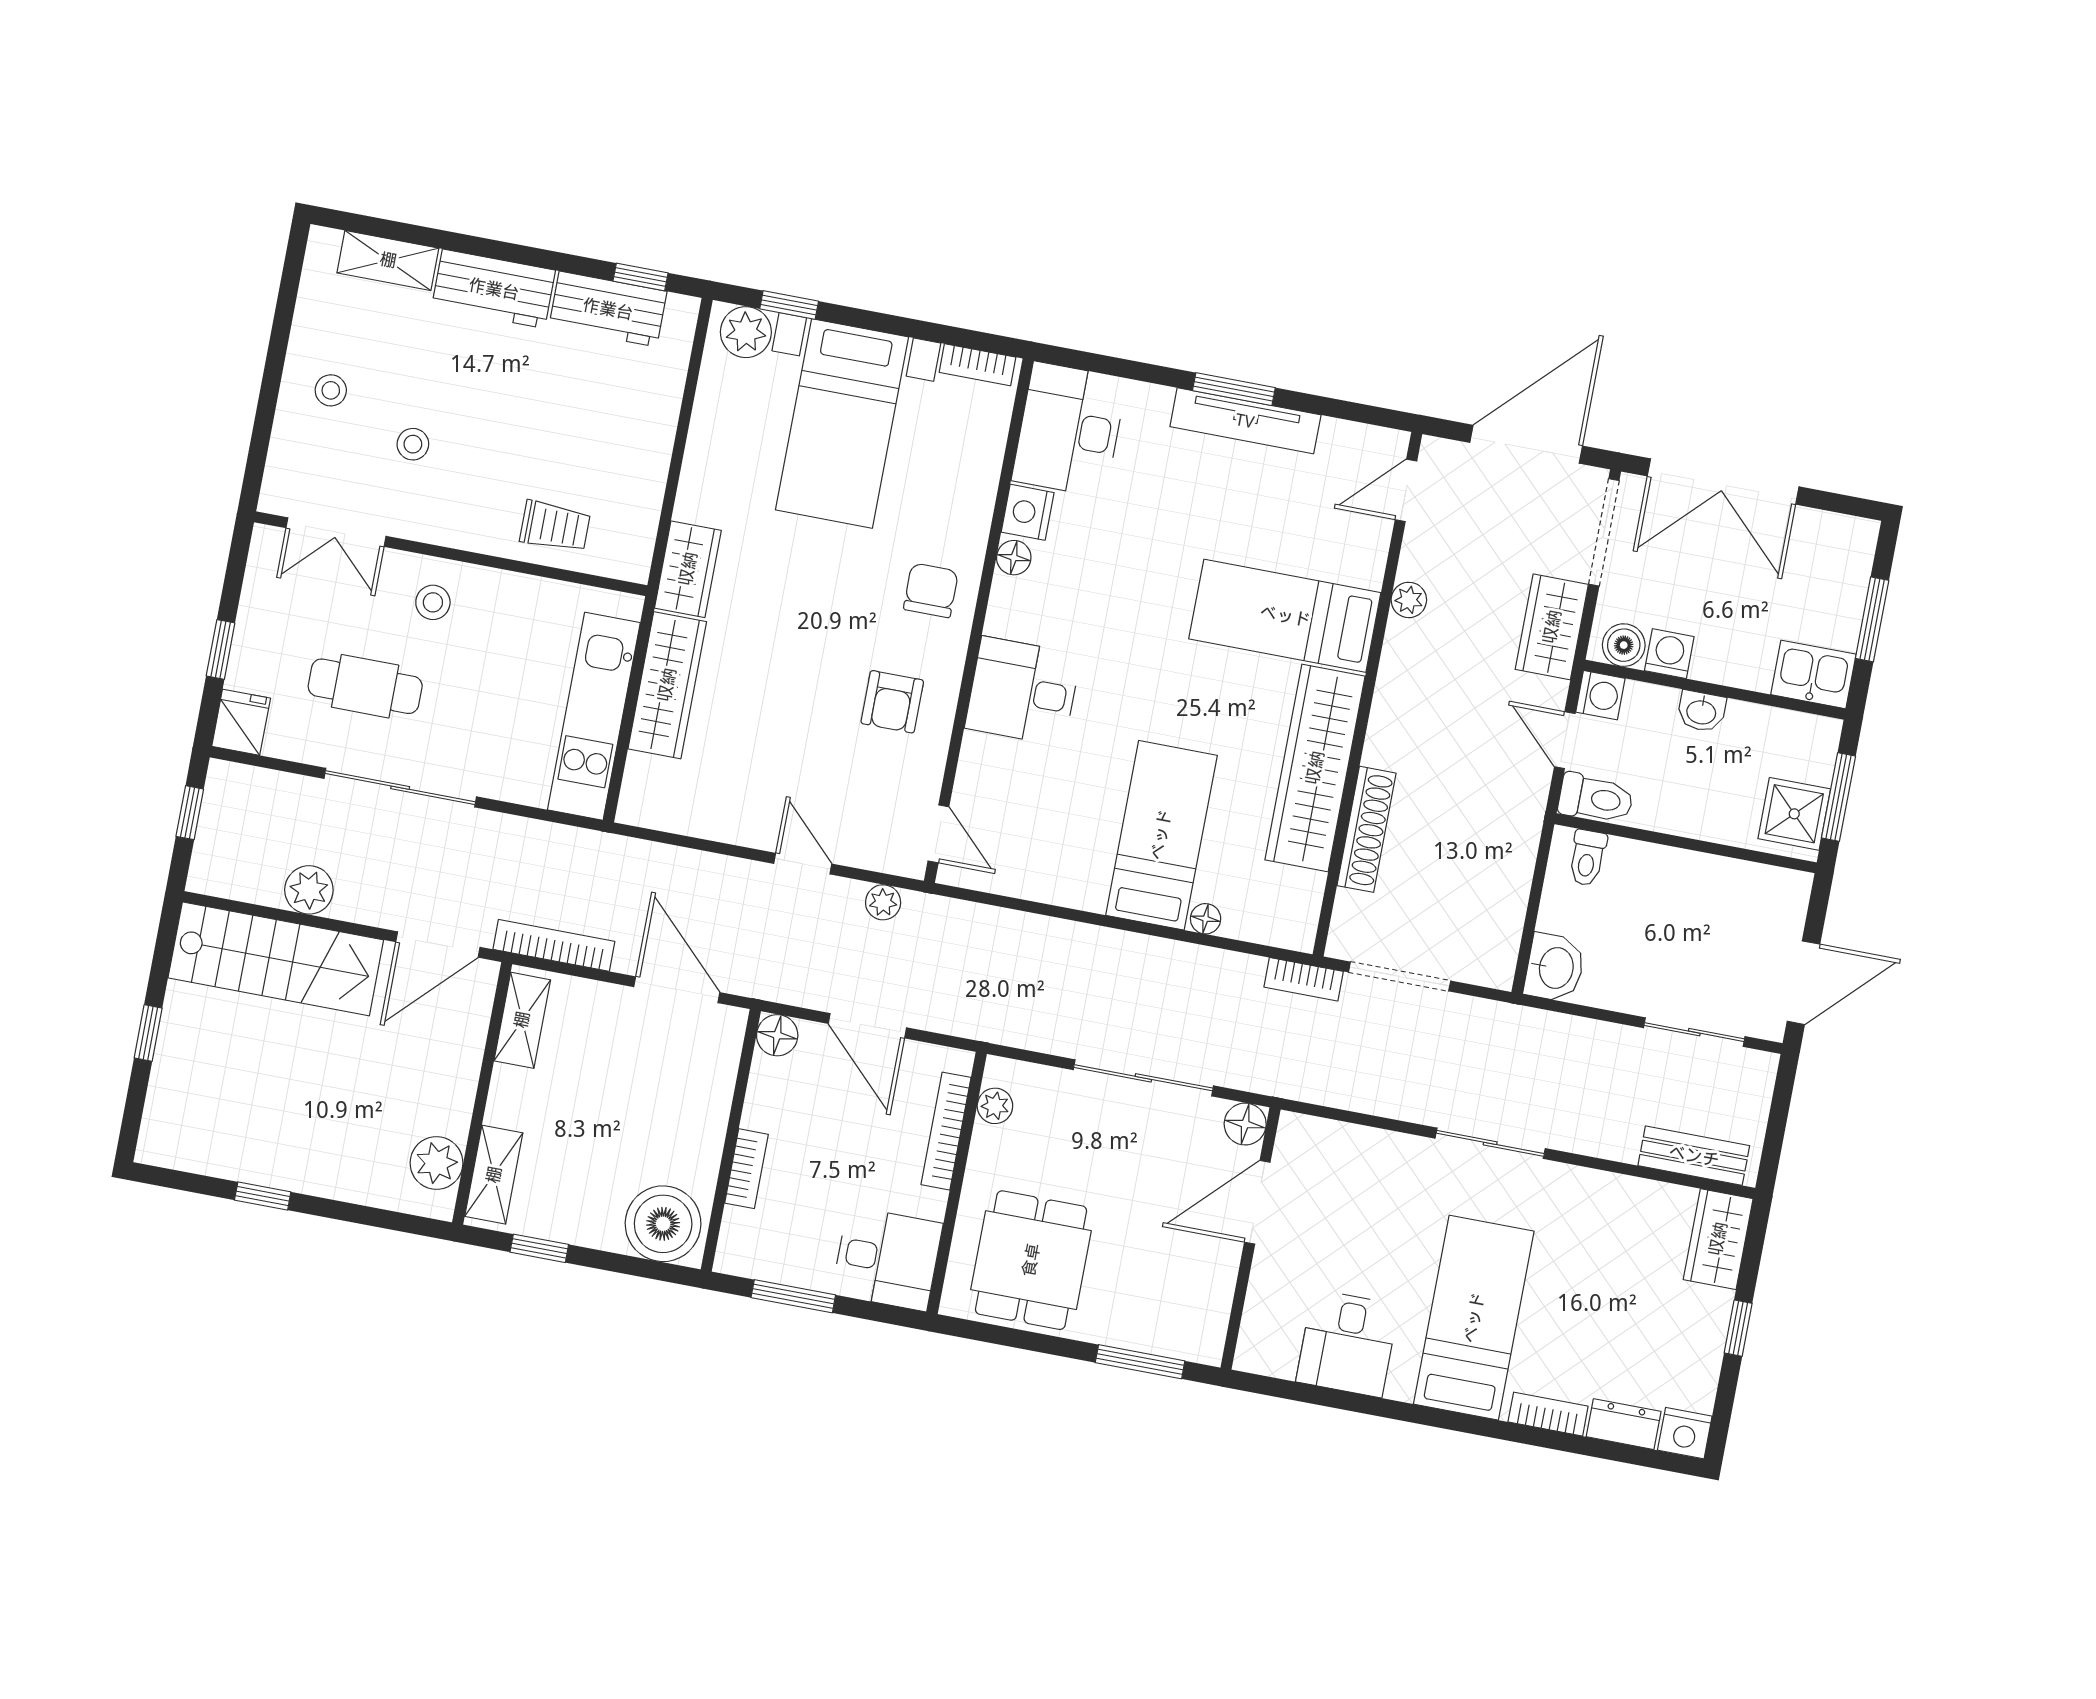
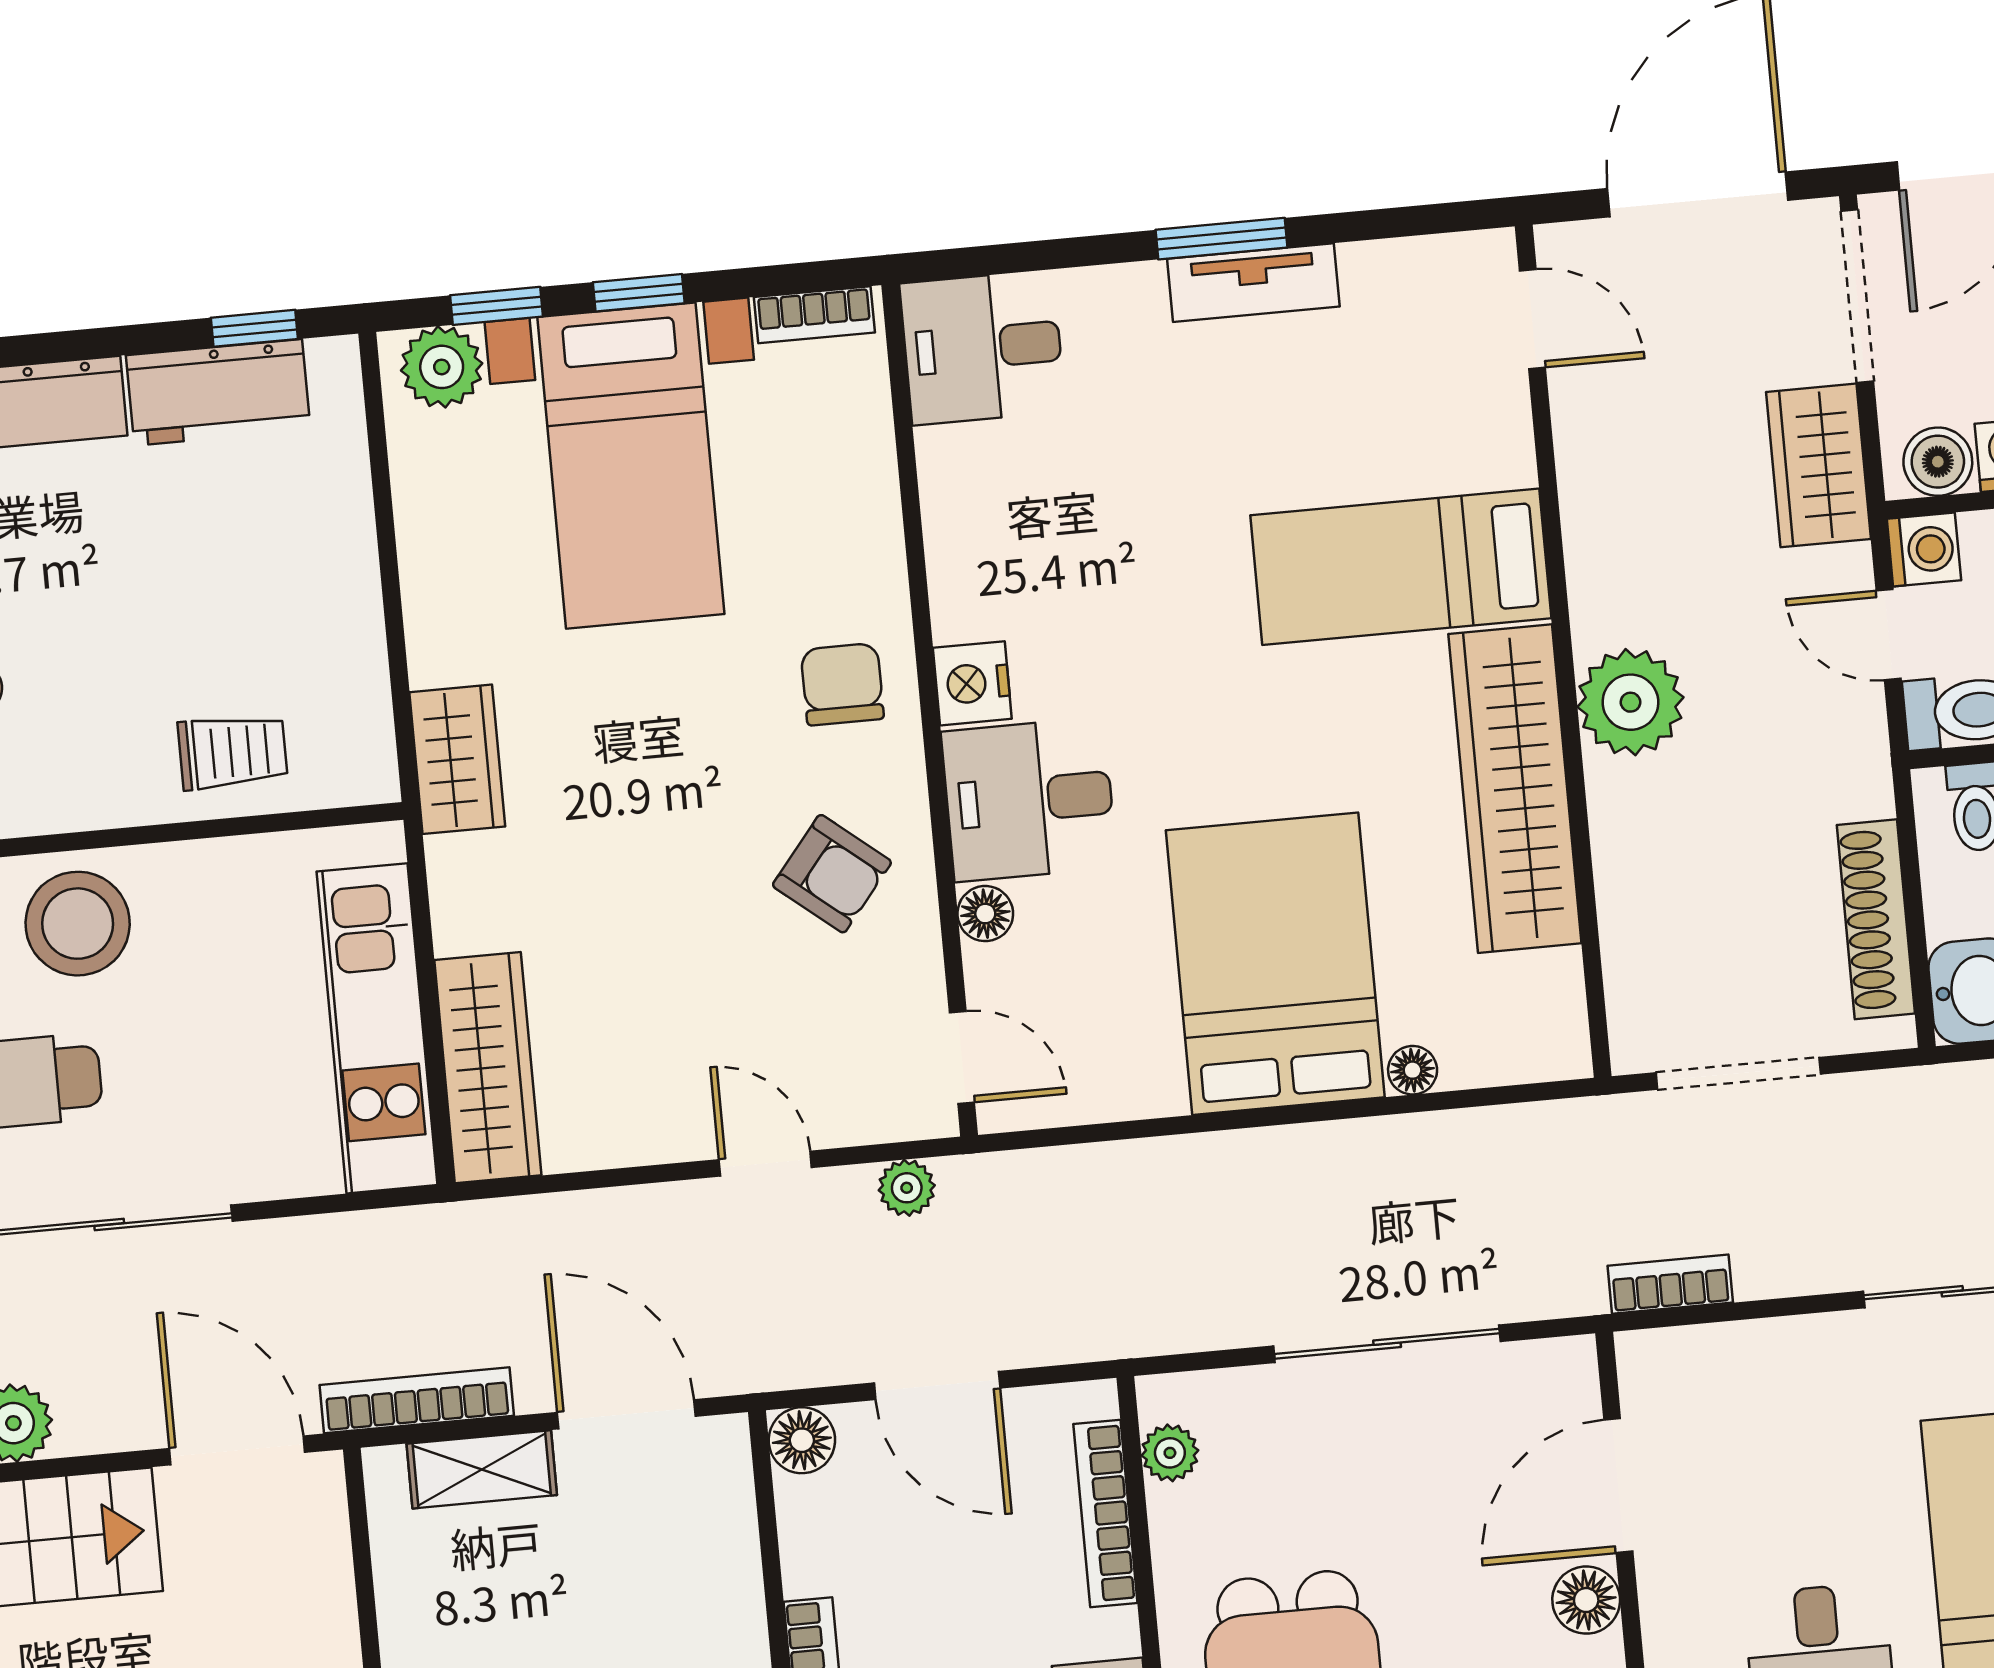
window: (876, 321) -> (639, 293), added
tv unit: (1245, 421) -> (1253, 283), width x0.71
desk: (1069, 429) -> (983, 348), width x0.73
door: (1406, 490) -> (1532, 319), swing flipped
nightstand: (1028, 512) -> (972, 683), moved
floor lamp: (1014, 558) -> (985, 914), moved
plant: (1409, 600) -> (1630, 702), moved, width x1.88, depth x1.88
stool: (433, 602) -> (78, 924), width x1.89, depth x1.89
wardrobe: (667, 685) -> (488, 1068), moved
armchair: (892, 702) -> (832, 874), turned -51
shoe rack: (1367, 829) -> (1876, 919), moved, turned 180
bed: (1161, 835) -> (1275, 964), width x1.50
door: (438, 945) -> (237, 1450), swing flipped
bookcase: (1304, 979) -> (1670, 1284), moved, turned 180
shelving: (522, 1020) -> (482, 1469), moved, turned 90
floor lamp: (1245, 1124) -> (1586, 1600), moved

